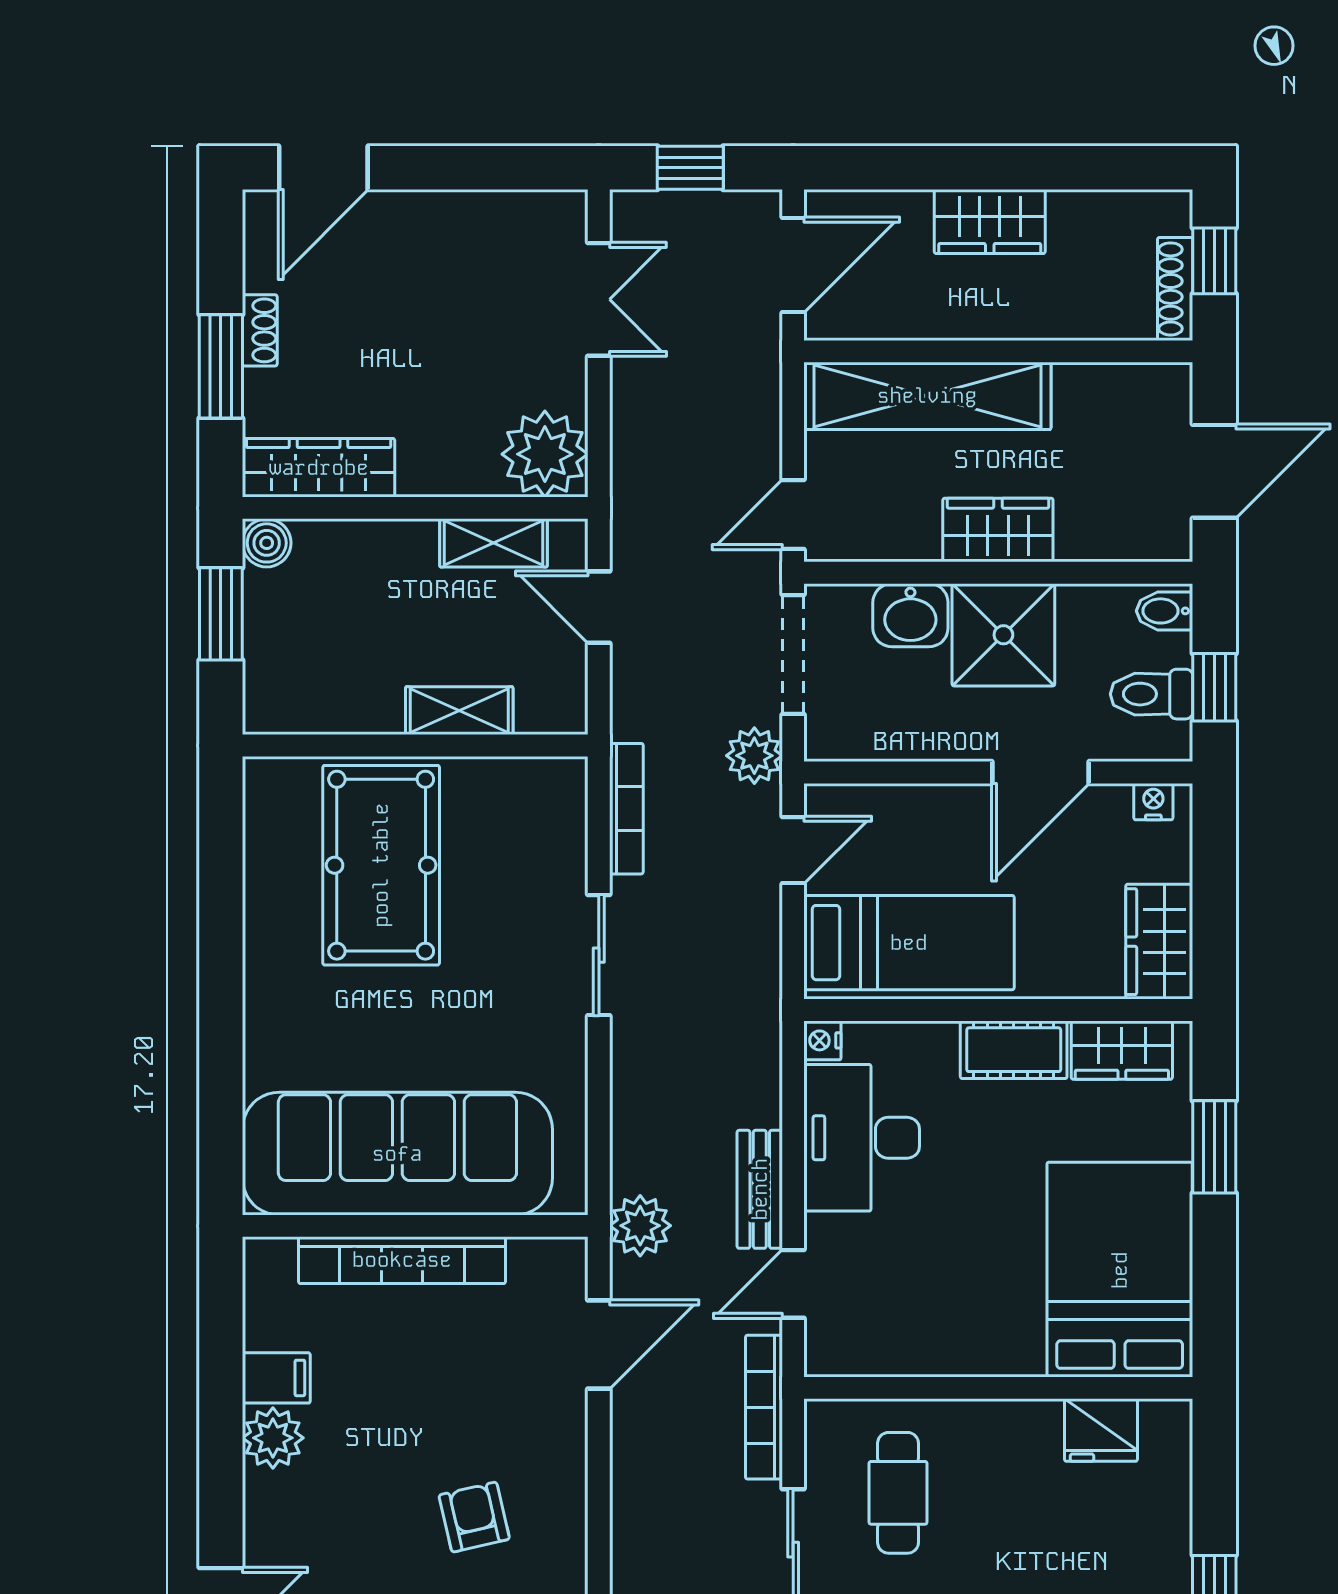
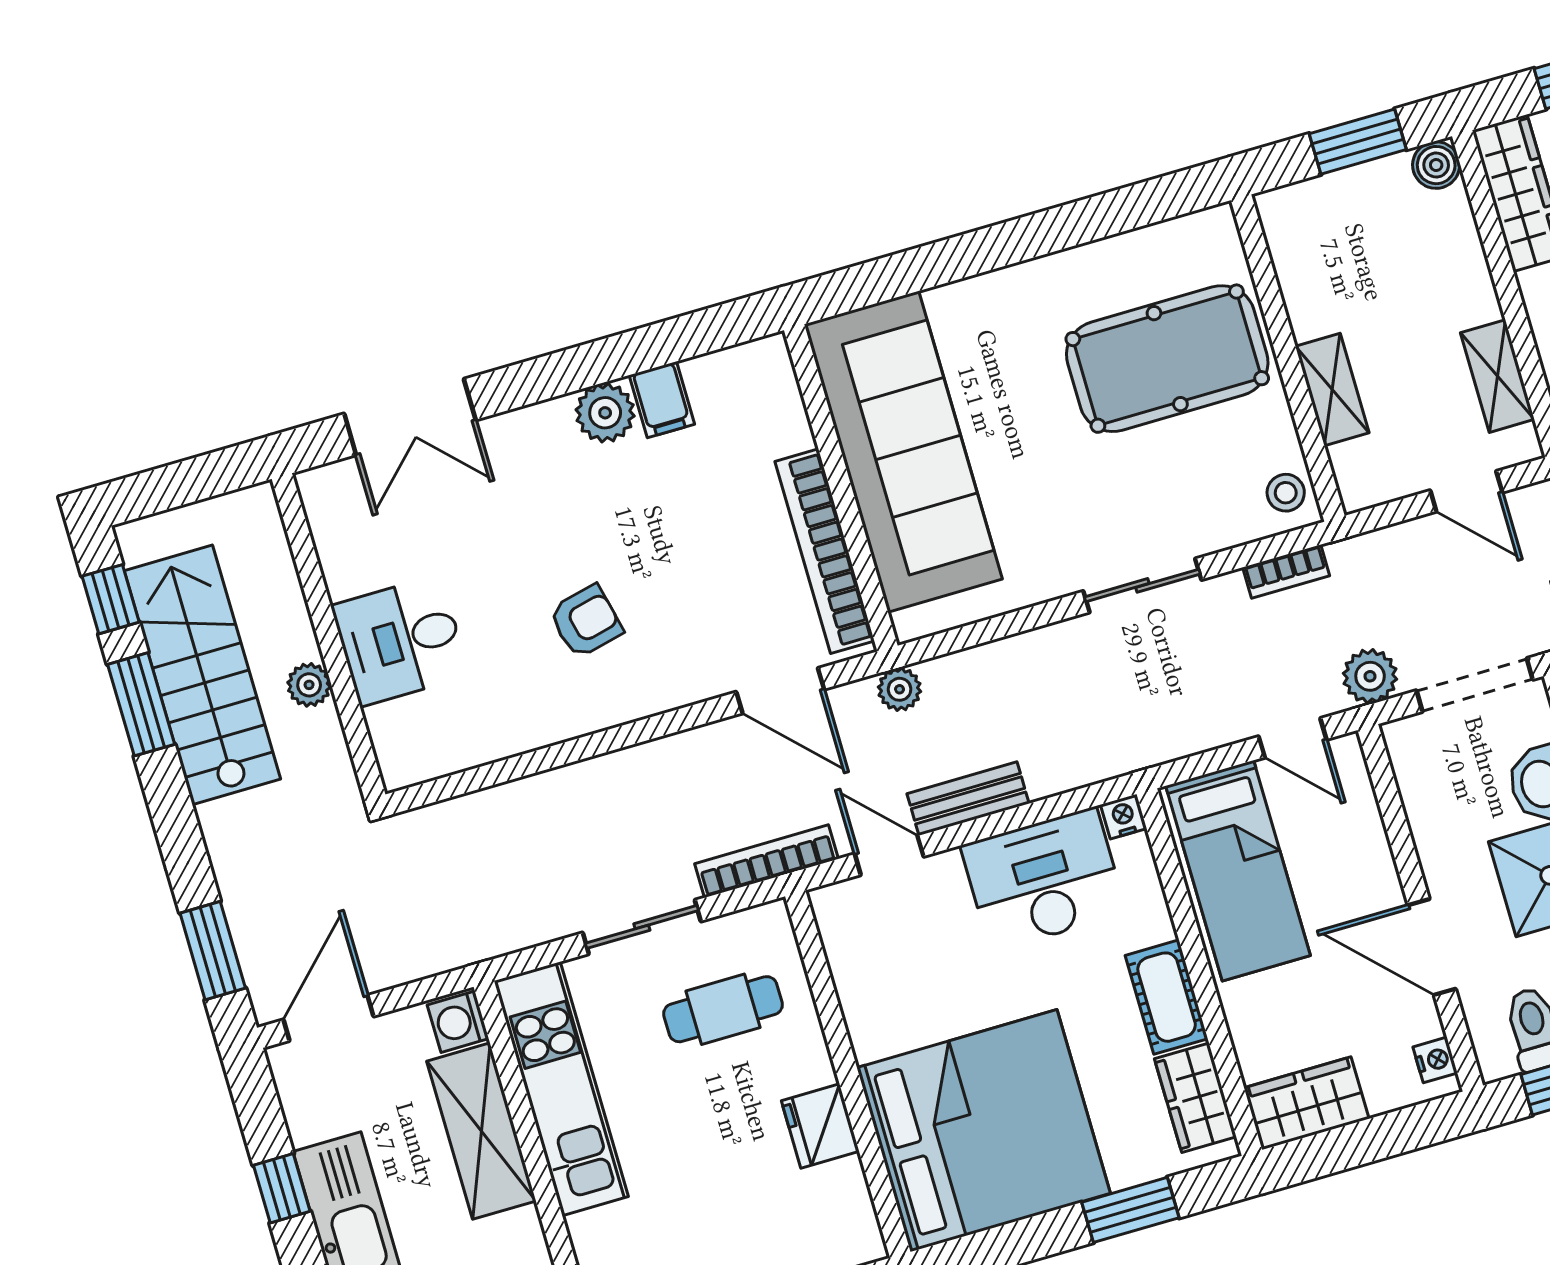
door: (599, 607) -> (1466, 491), swing flipped
stool: (548, 786) -> (1286, 493), added
bookcase: (626, 809) -> (1286, 571), width x0.64
plant: (640, 1226) -> (900, 689), width x0.73, depth x0.73
bookcase: (402, 1260) -> (825, 551), moved
bed: (1120, 1270) -> (983, 1131), width x1.36
fridge: (1101, 1430) -> (820, 1126), moved

